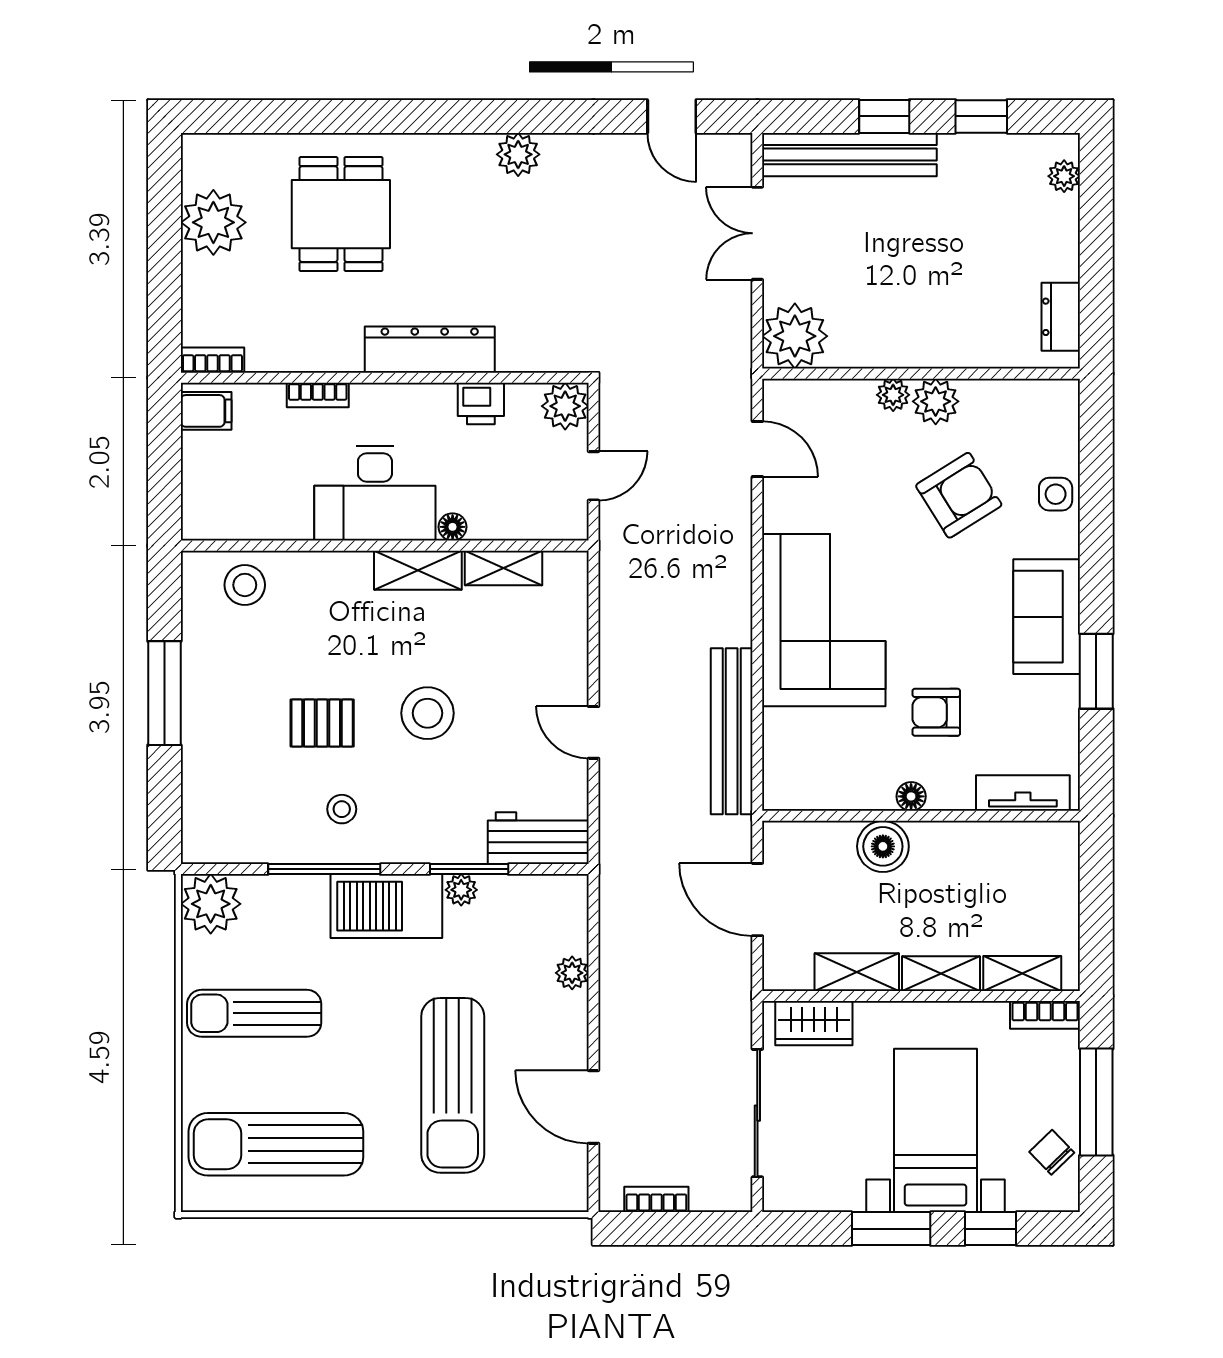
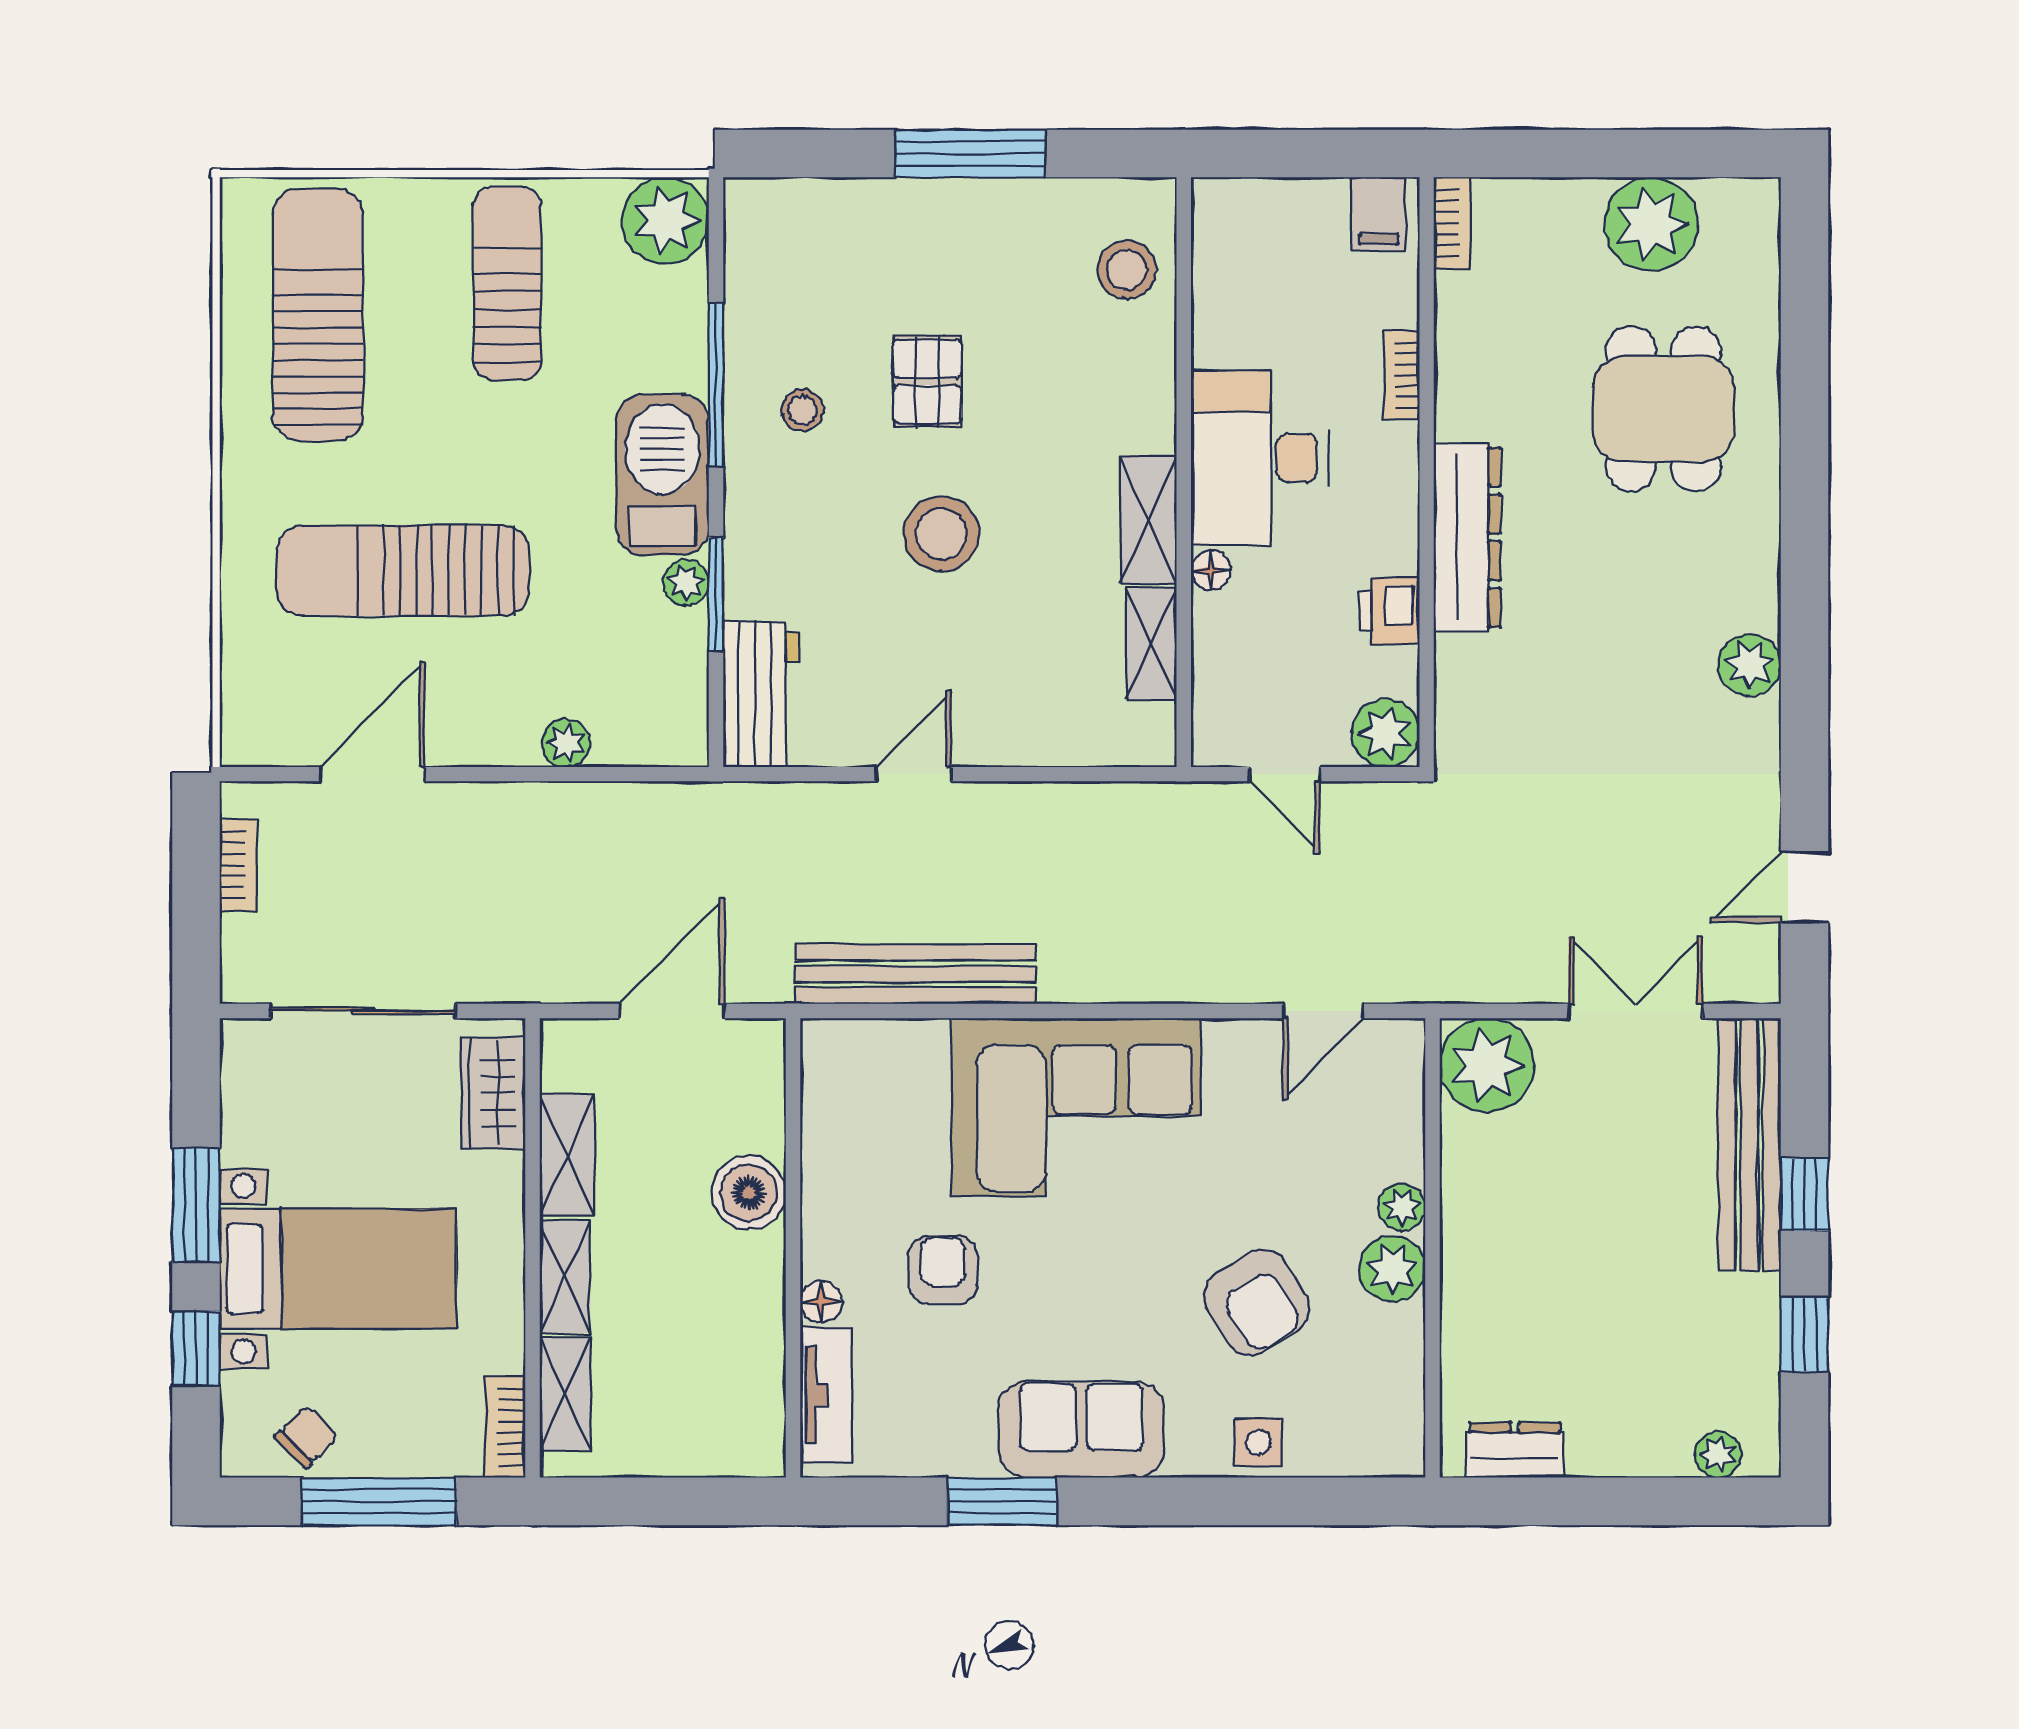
dining table: (341, 214) -> (1663, 409), turned 90
floor lamp: (911, 796) -> (821, 1302), moved

